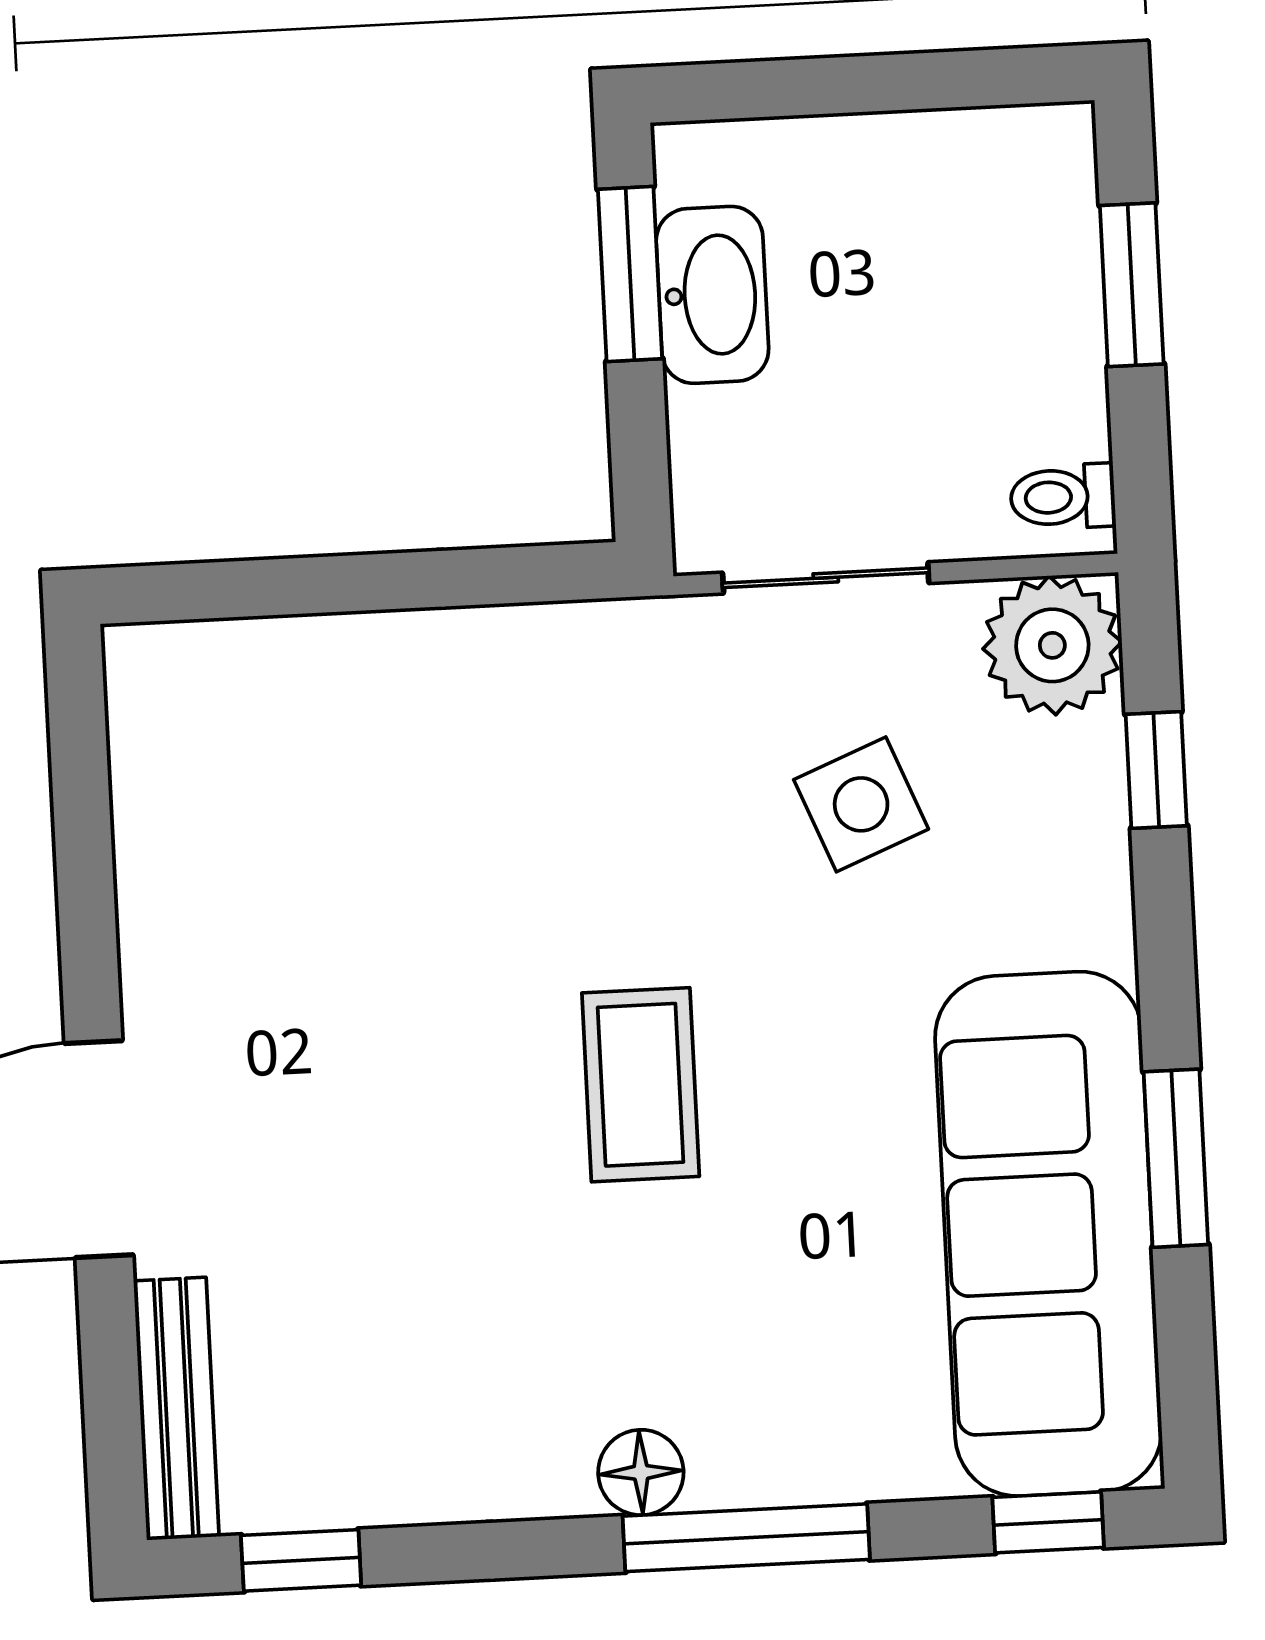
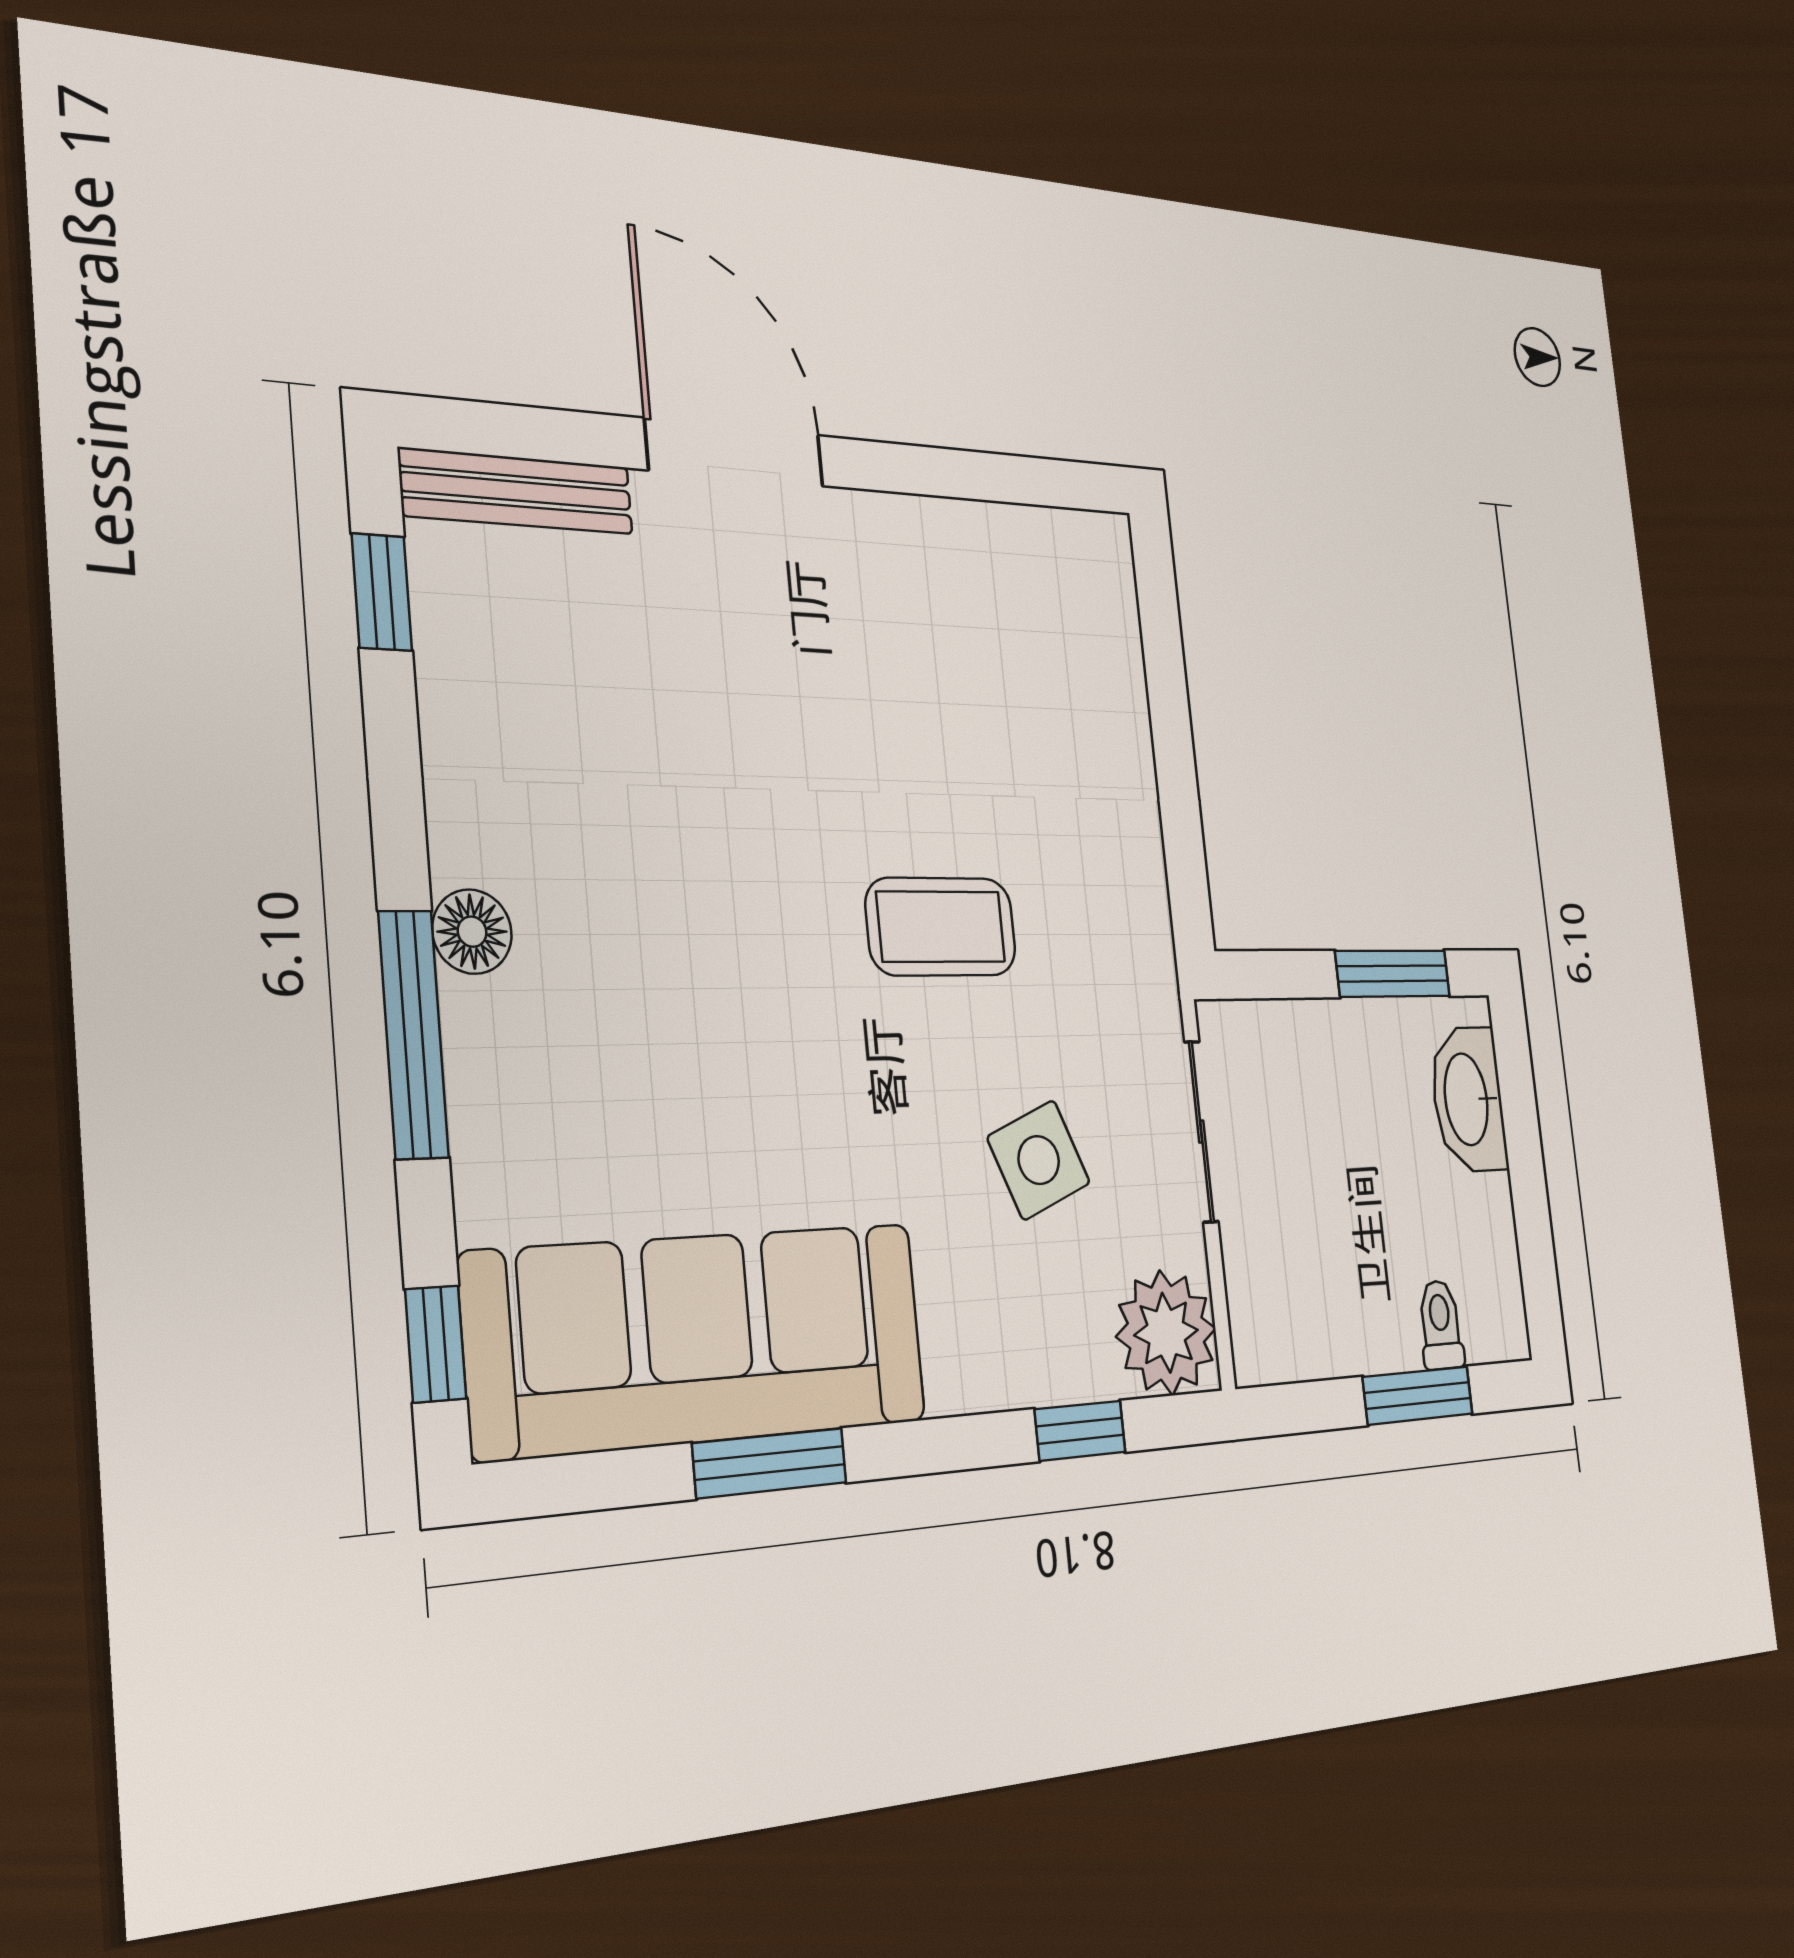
washbasin: (712, 295) -> (1468, 1099), moved, turned 90
toilet: (1063, 497) -> (1441, 1325), moved
coffee table: (641, 1085) -> (941, 927), moved

